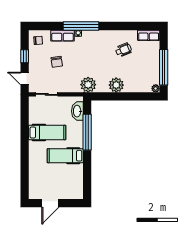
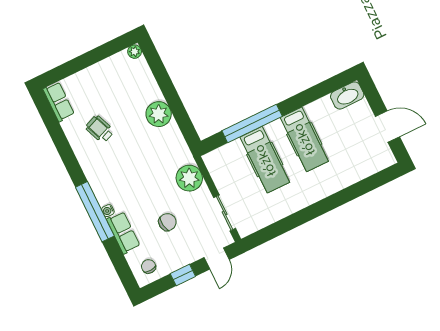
window: (164, 67) -> (96, 55), removed
plant: (88, 85) -> (189, 178), moved
washbasin: (77, 111) -> (347, 95), moved
hospital bed: (47, 132) -> (265, 160), moved, turned 180

